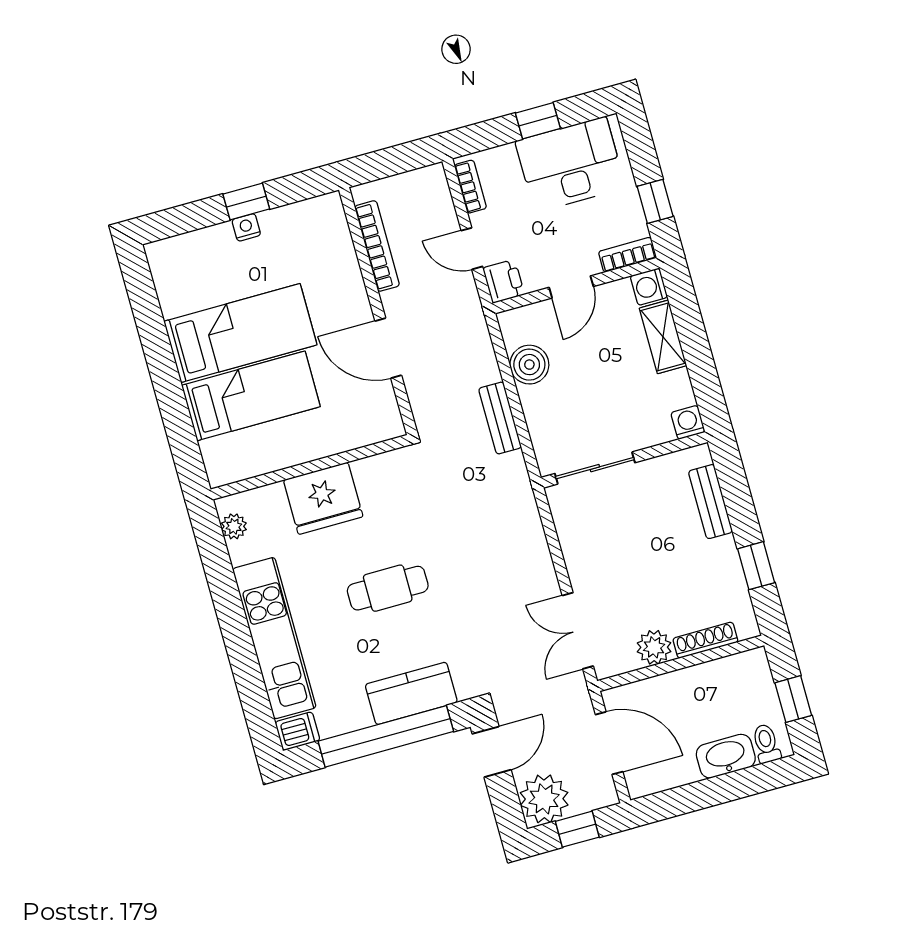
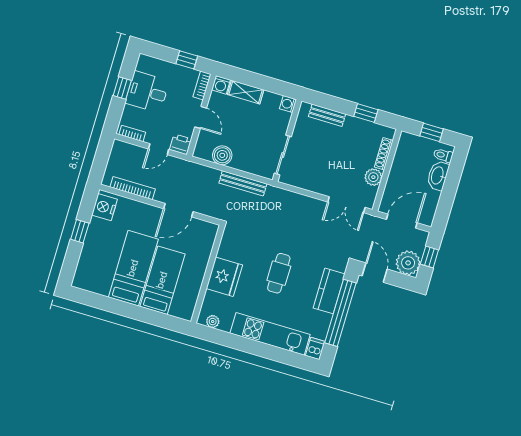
desk: (570, 164) -> (147, 92), width x0.73
nightstand: (246, 227) -> (104, 207), moved, width x1.89, depth x1.79
bench: (500, 418) -> (243, 183), width x1.36

